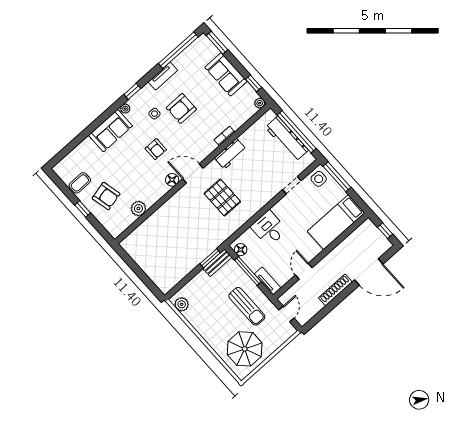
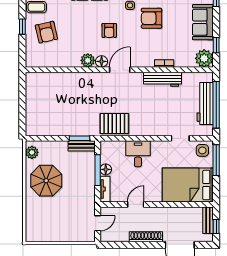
plant: (260, 103) -> (204, 58), width x1.87, depth x1.87
workbench: (230, 154) -> (162, 79), width x1.37
door: (193, 173) -> (120, 70), hinge flipped
pallet: (222, 198) -> (114, 124), moved, turned 90
plant: (138, 208) -> (88, 60), moved
bed: (336, 222) -> (188, 185), width x1.50
bench: (374, 232) -> (208, 220), added
floor lamp: (241, 250) -> (106, 169), moved
sun lounger: (247, 306) -> (75, 194), removed
parasol: (245, 349) -> (46, 181), moved

